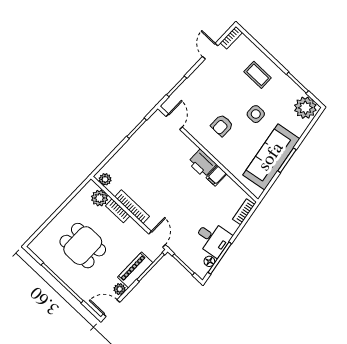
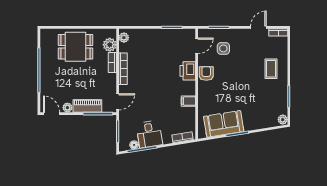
plant: (305, 108) -> (283, 120), width x0.53, depth x0.53
side table: (256, 114) -> (223, 48), moved
armchair: (222, 125) -> (206, 74), moved, turned 90
sofa: (271, 157) -> (224, 124), width x0.73
printer: (202, 163) -> (188, 71), moved
dining table: (83, 246) -> (76, 47), moved, turned 90

